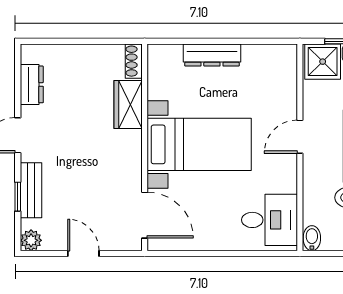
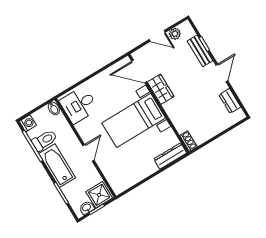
dresser: (212, 55) -> (170, 156), moved
wardrobe: (128, 104) -> (161, 89), moved
plant: (31, 240) -> (175, 34), moved

